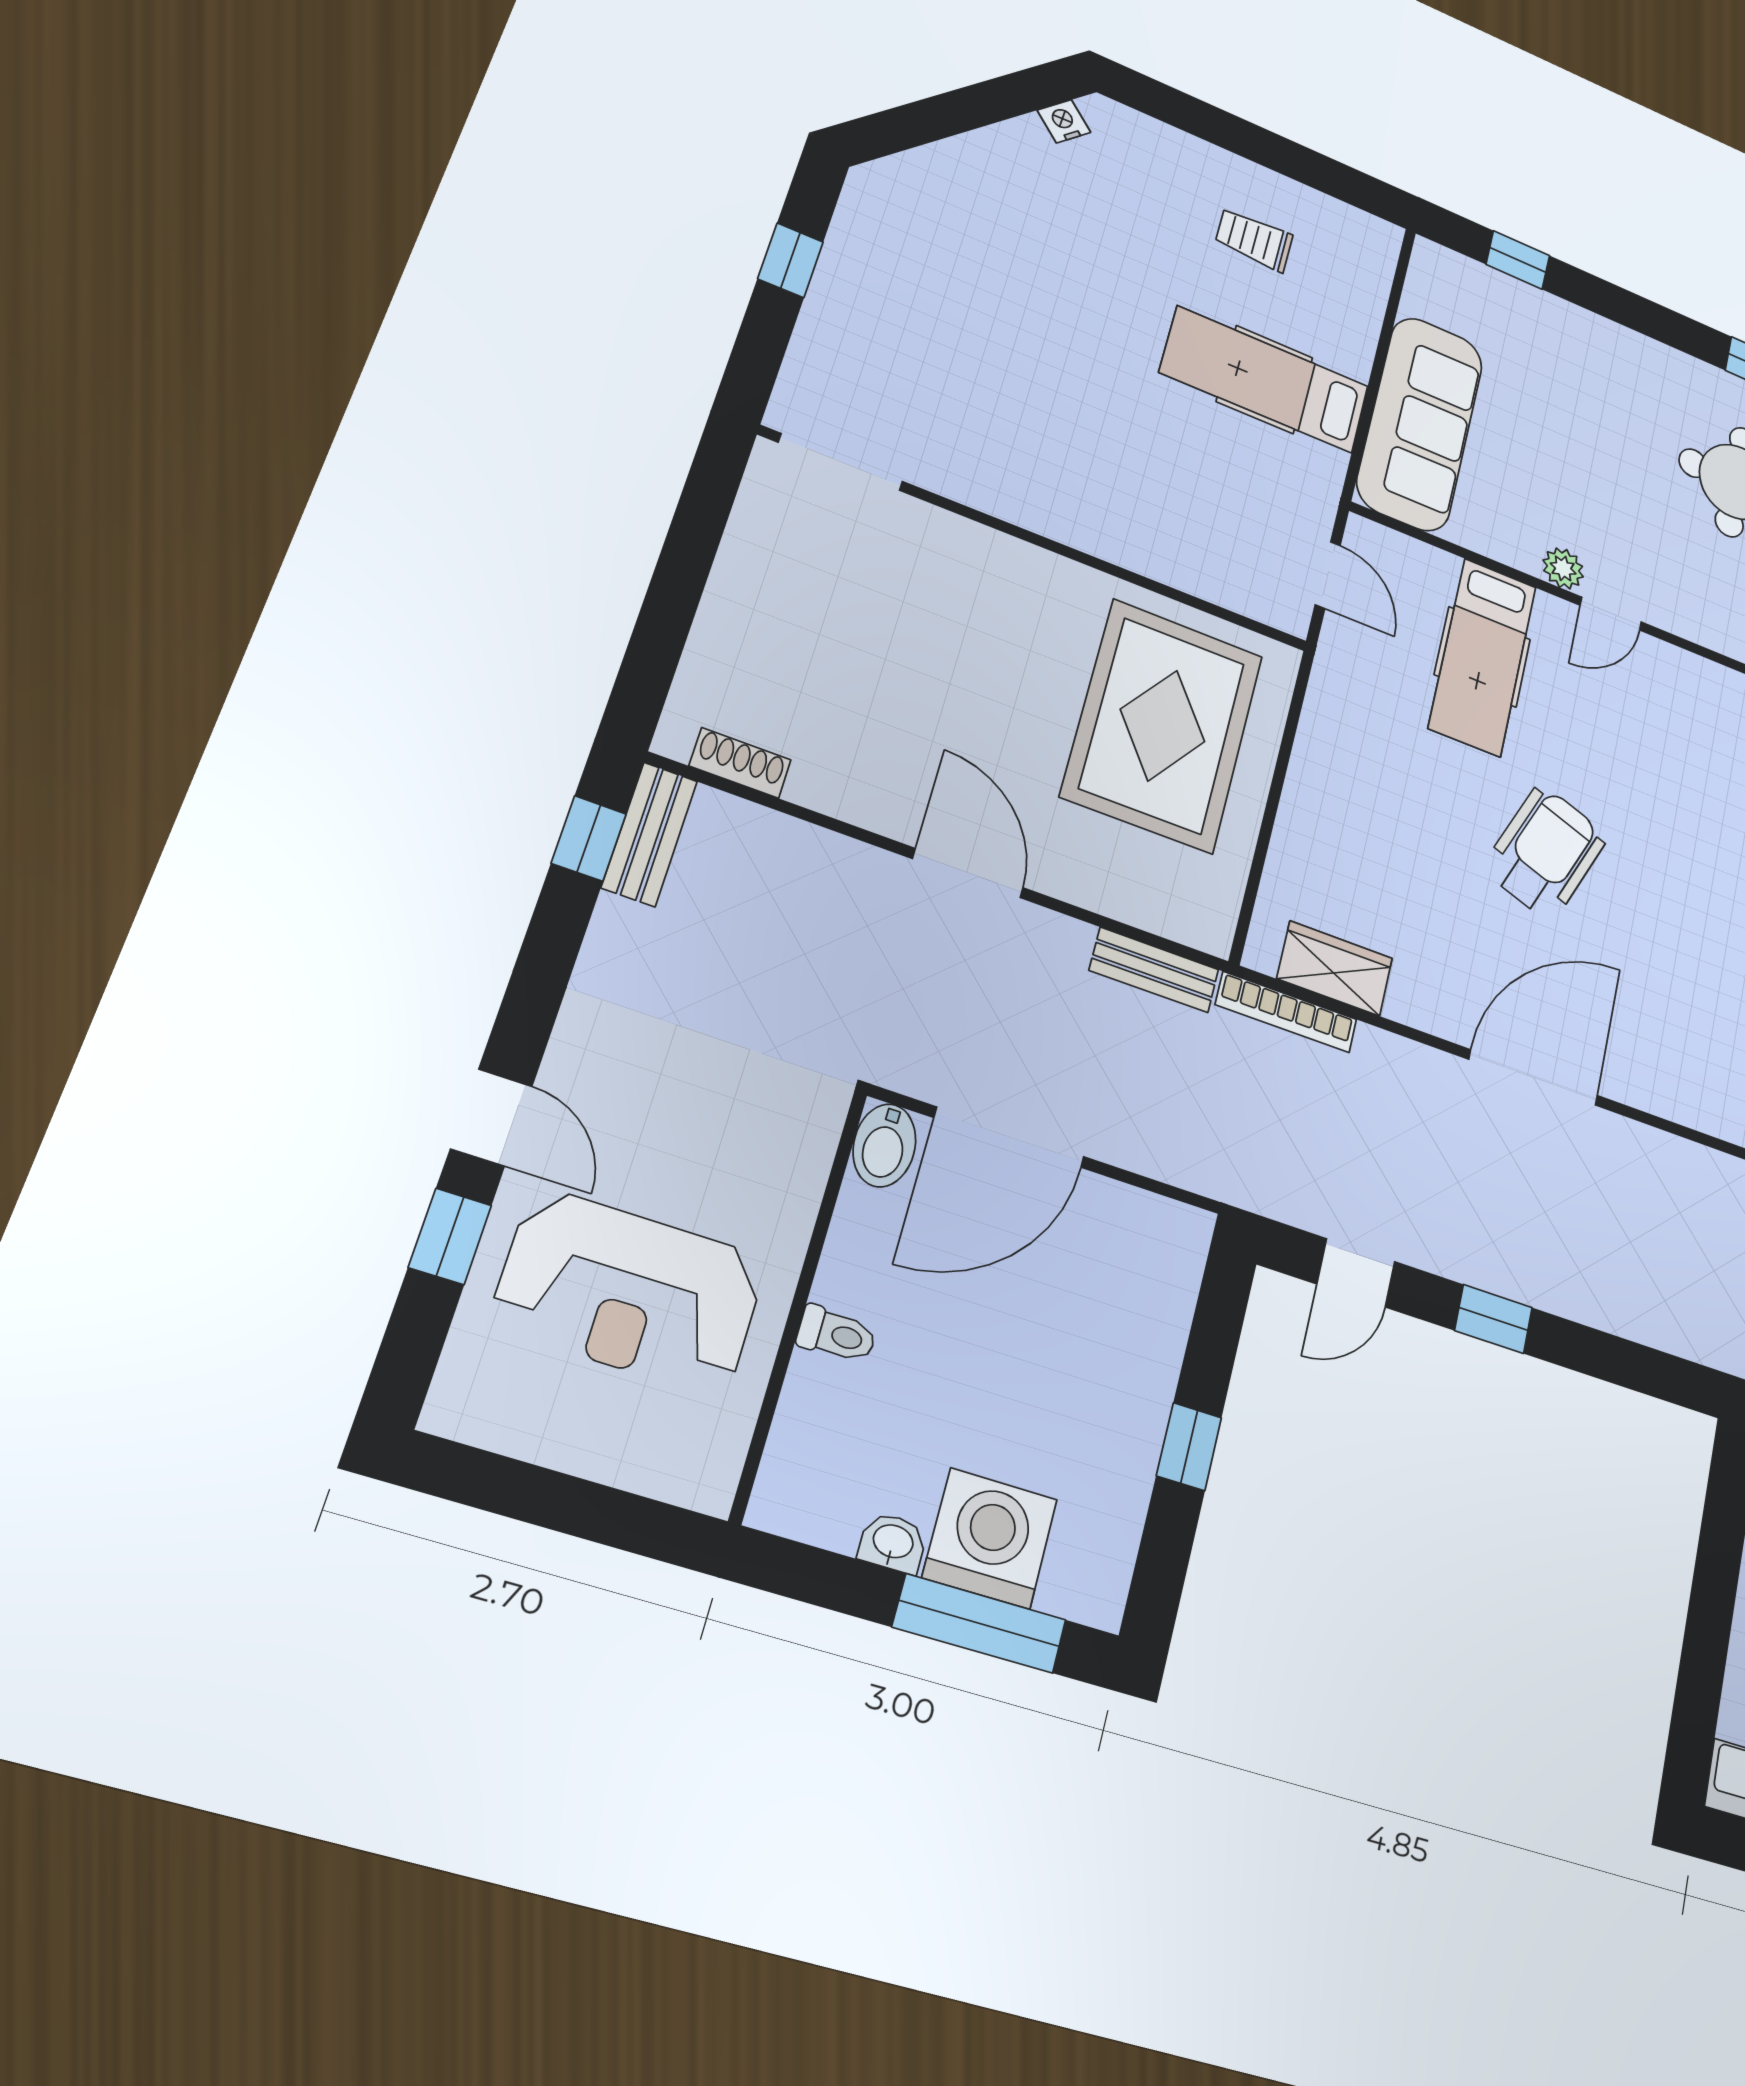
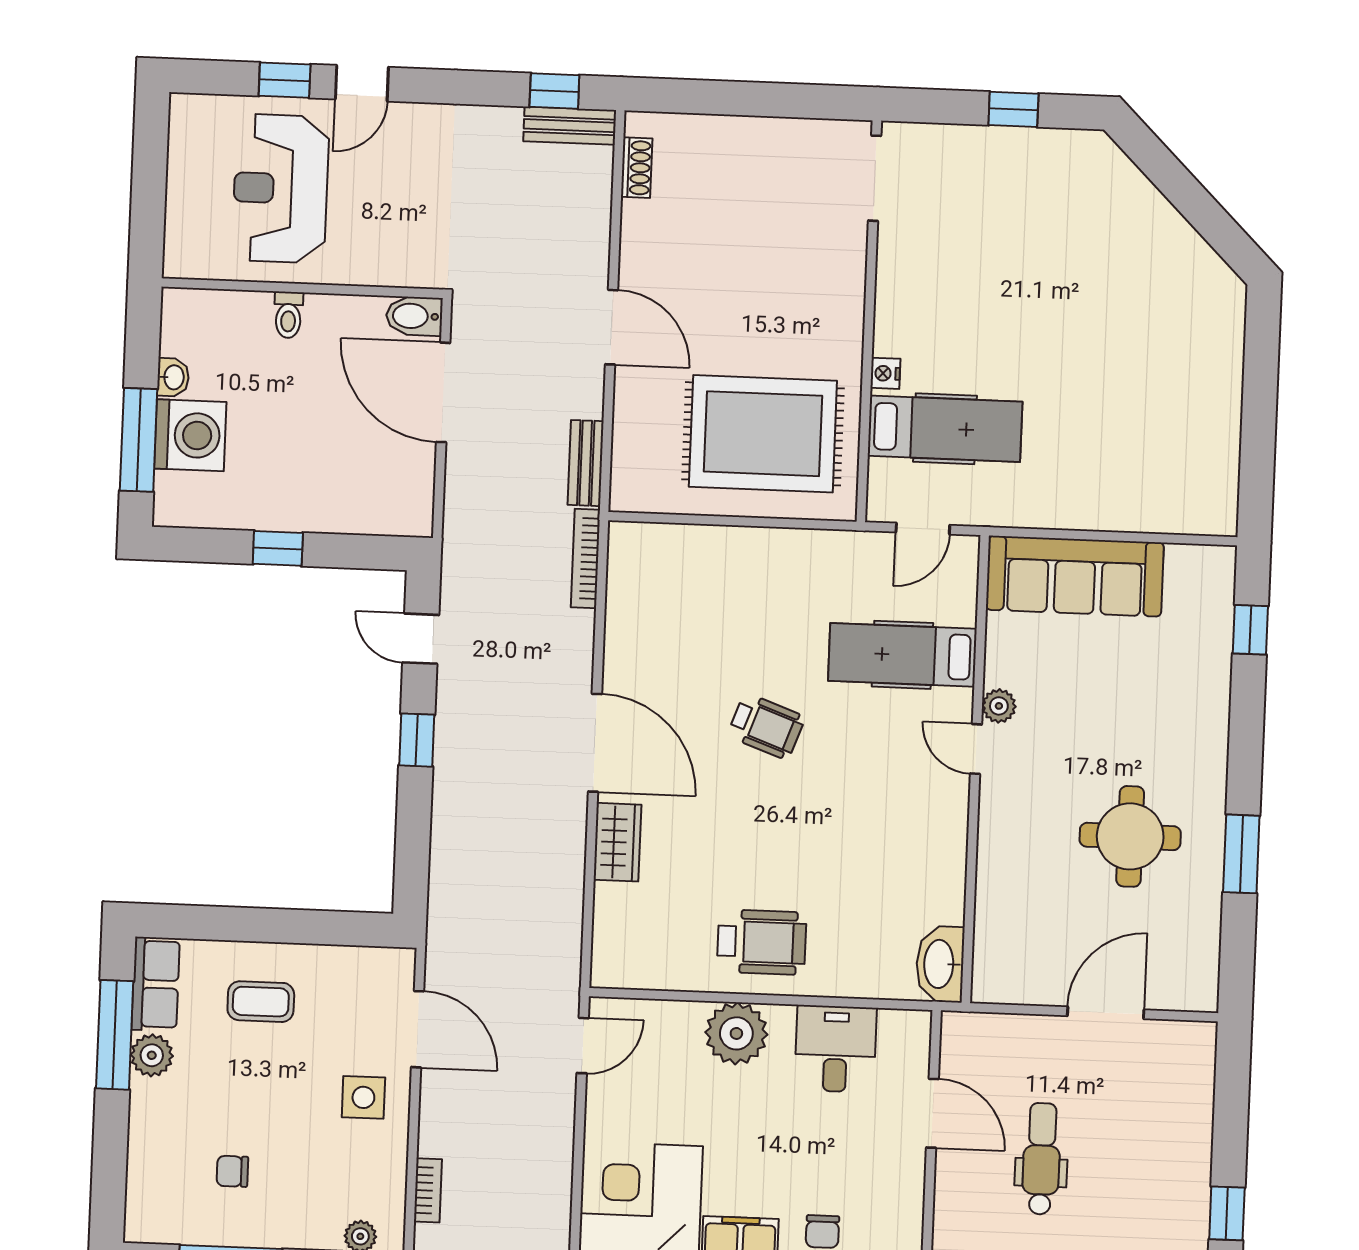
nightstand: (1064, 121) -> (885, 373), moved, turned -135
trolley: (1254, 240) -> (1176, 424), removed
hospital bed: (1265, 379) -> (945, 429), moved, turned 90
wheelchair: (1545, 853) -> (766, 726), width x0.73, depth x0.73
door: (968, 873) -> (612, 327), hinge flipped
wardrobe: (1335, 968) -> (617, 842), moved

